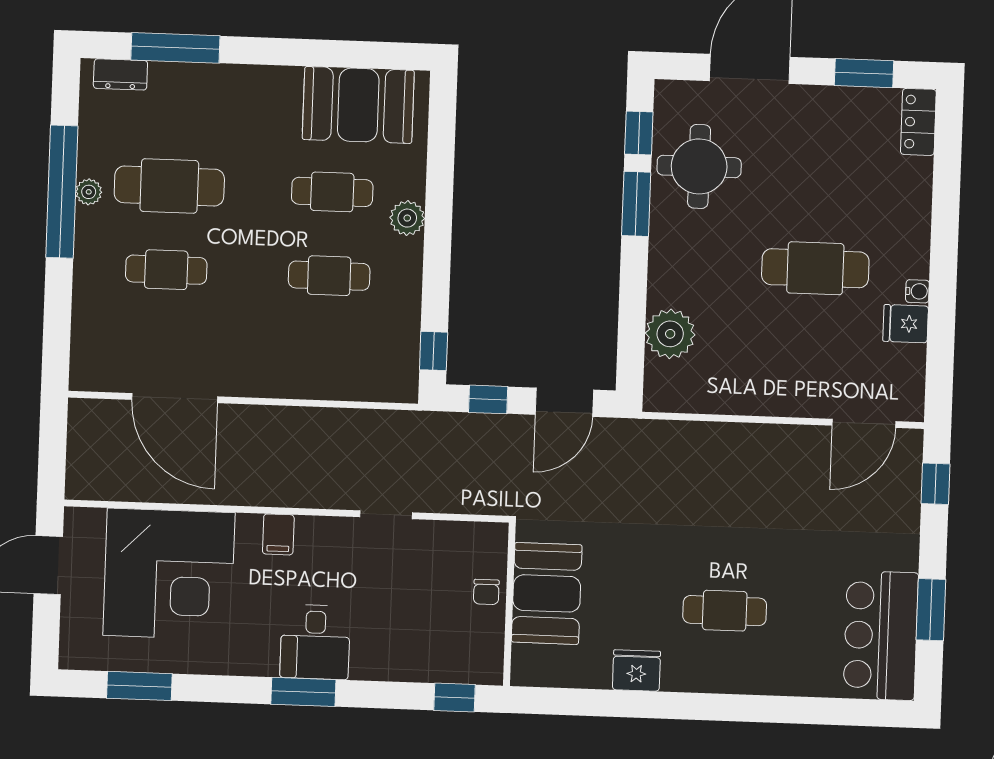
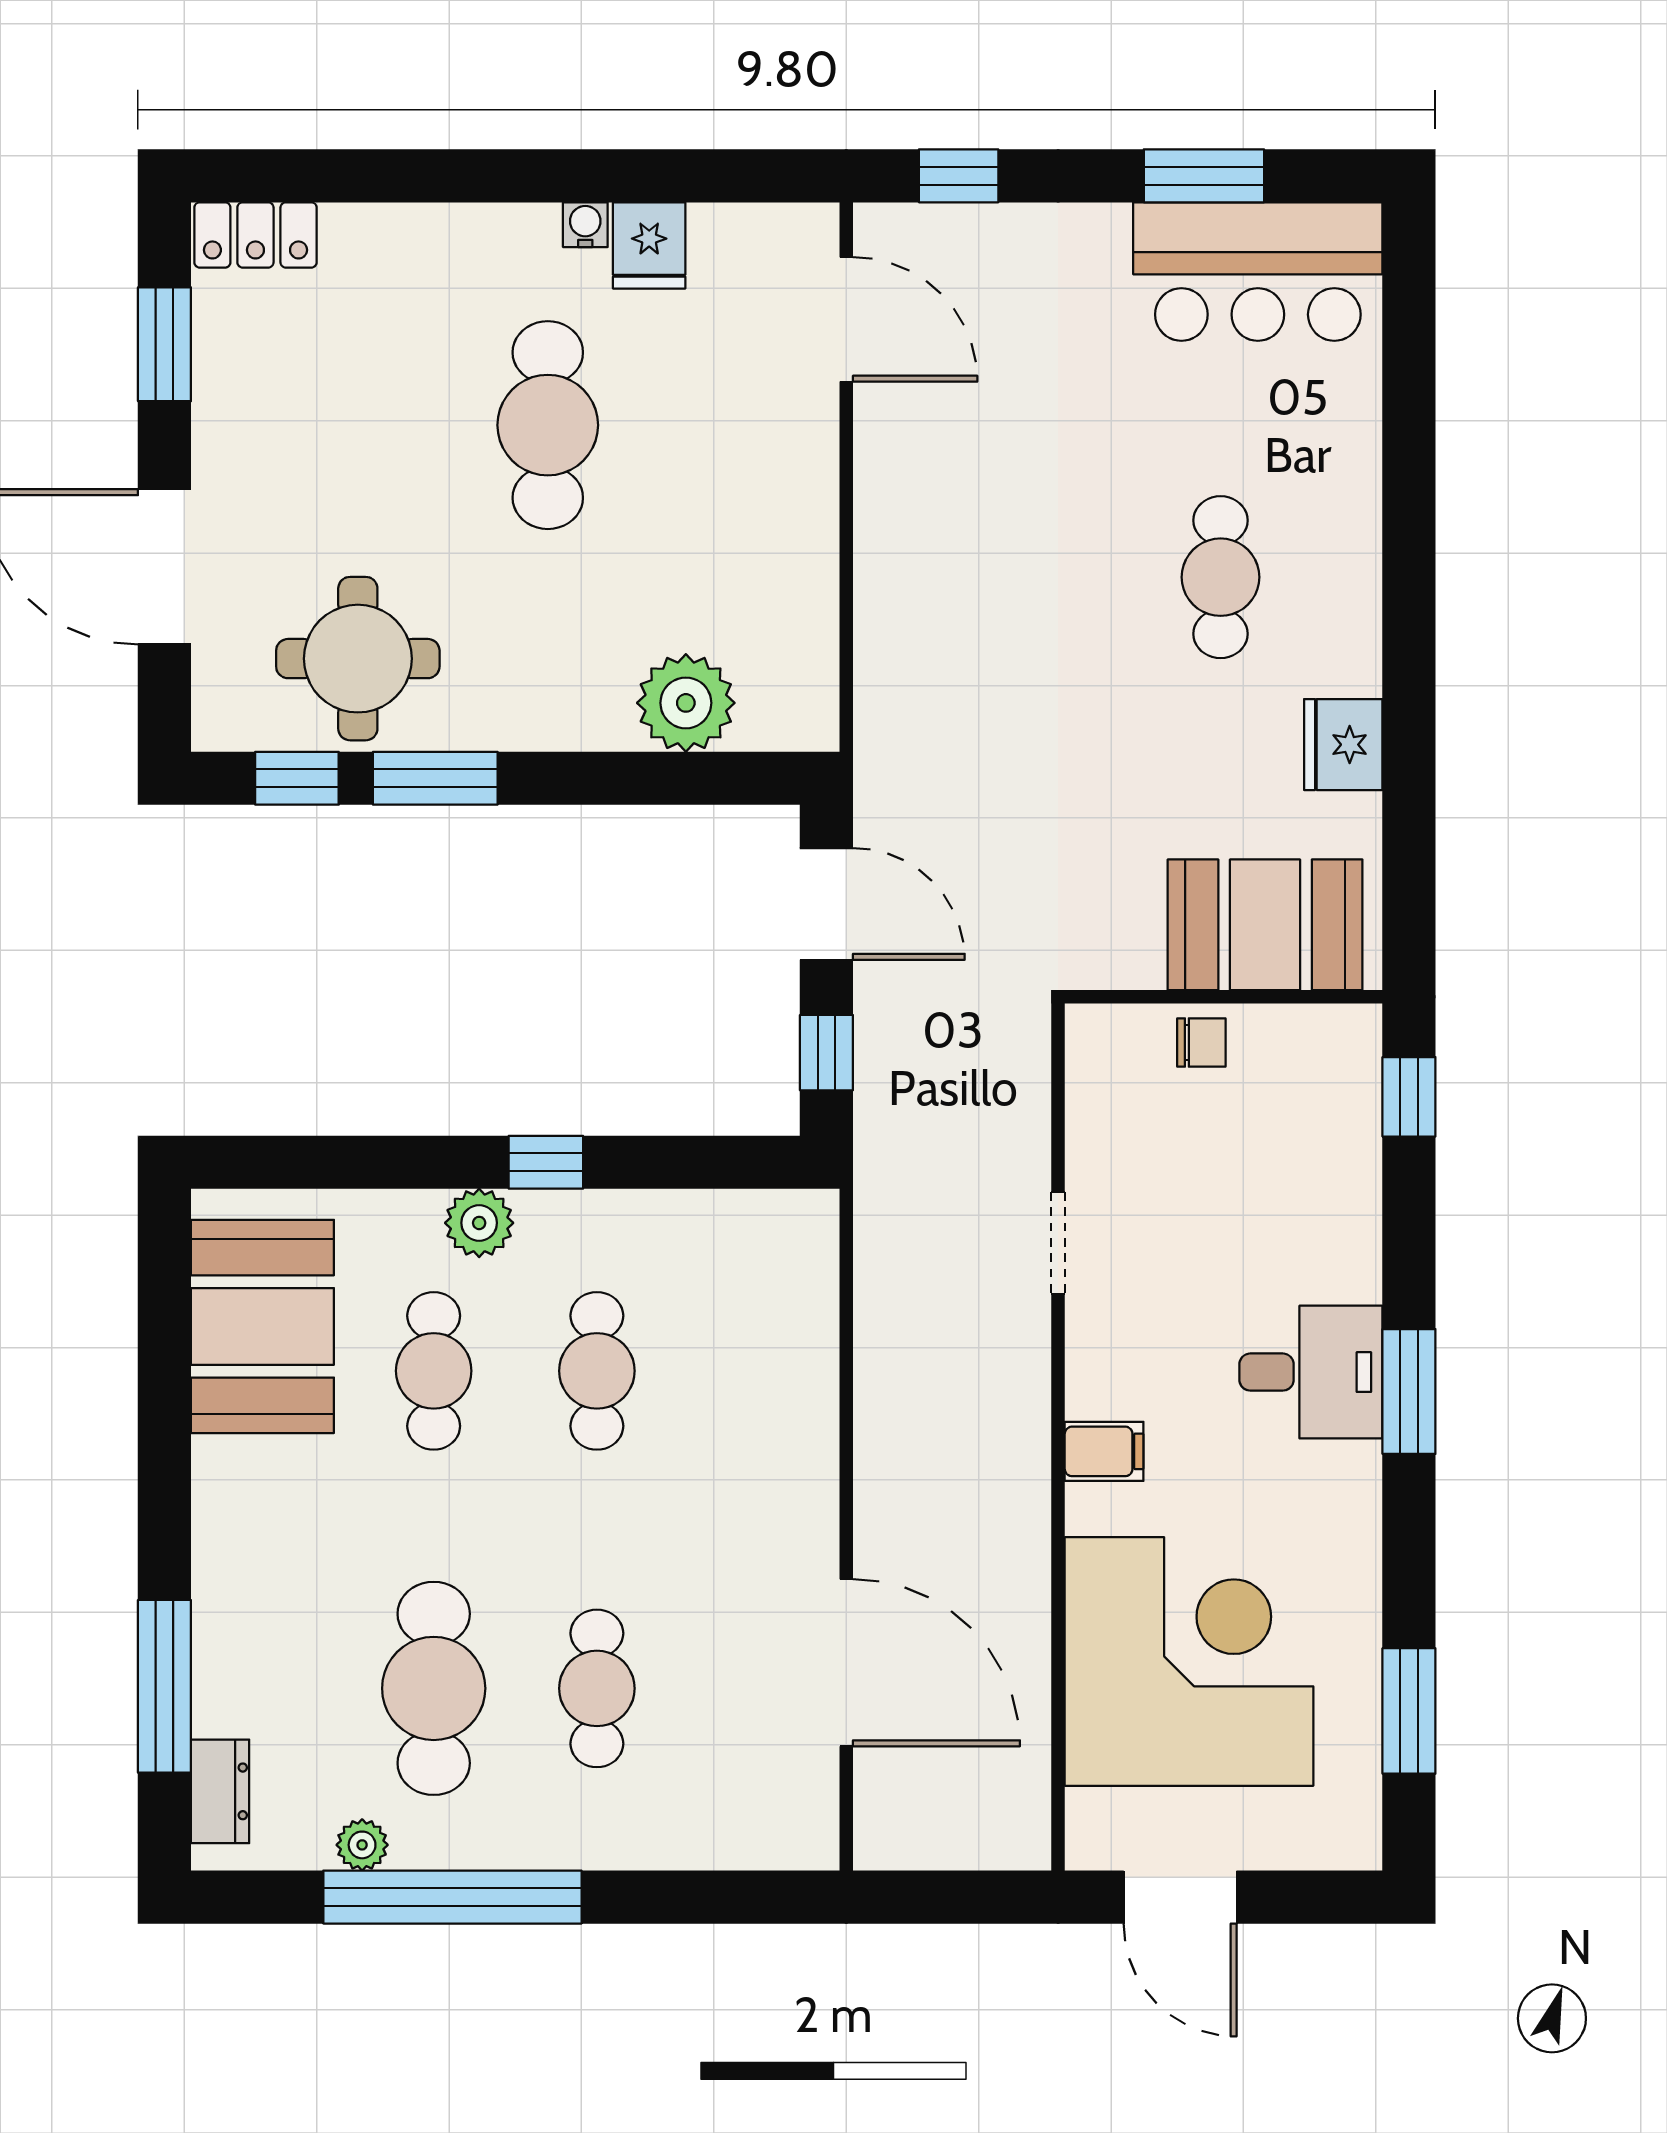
plant: (89, 192) -> (362, 1845), moved
window: (434, 351) -> (546, 1162), moved
door: (175, 398) -> (846, 1663), hinge flipped
booth: (547, 593) -> (1265, 925), moved

